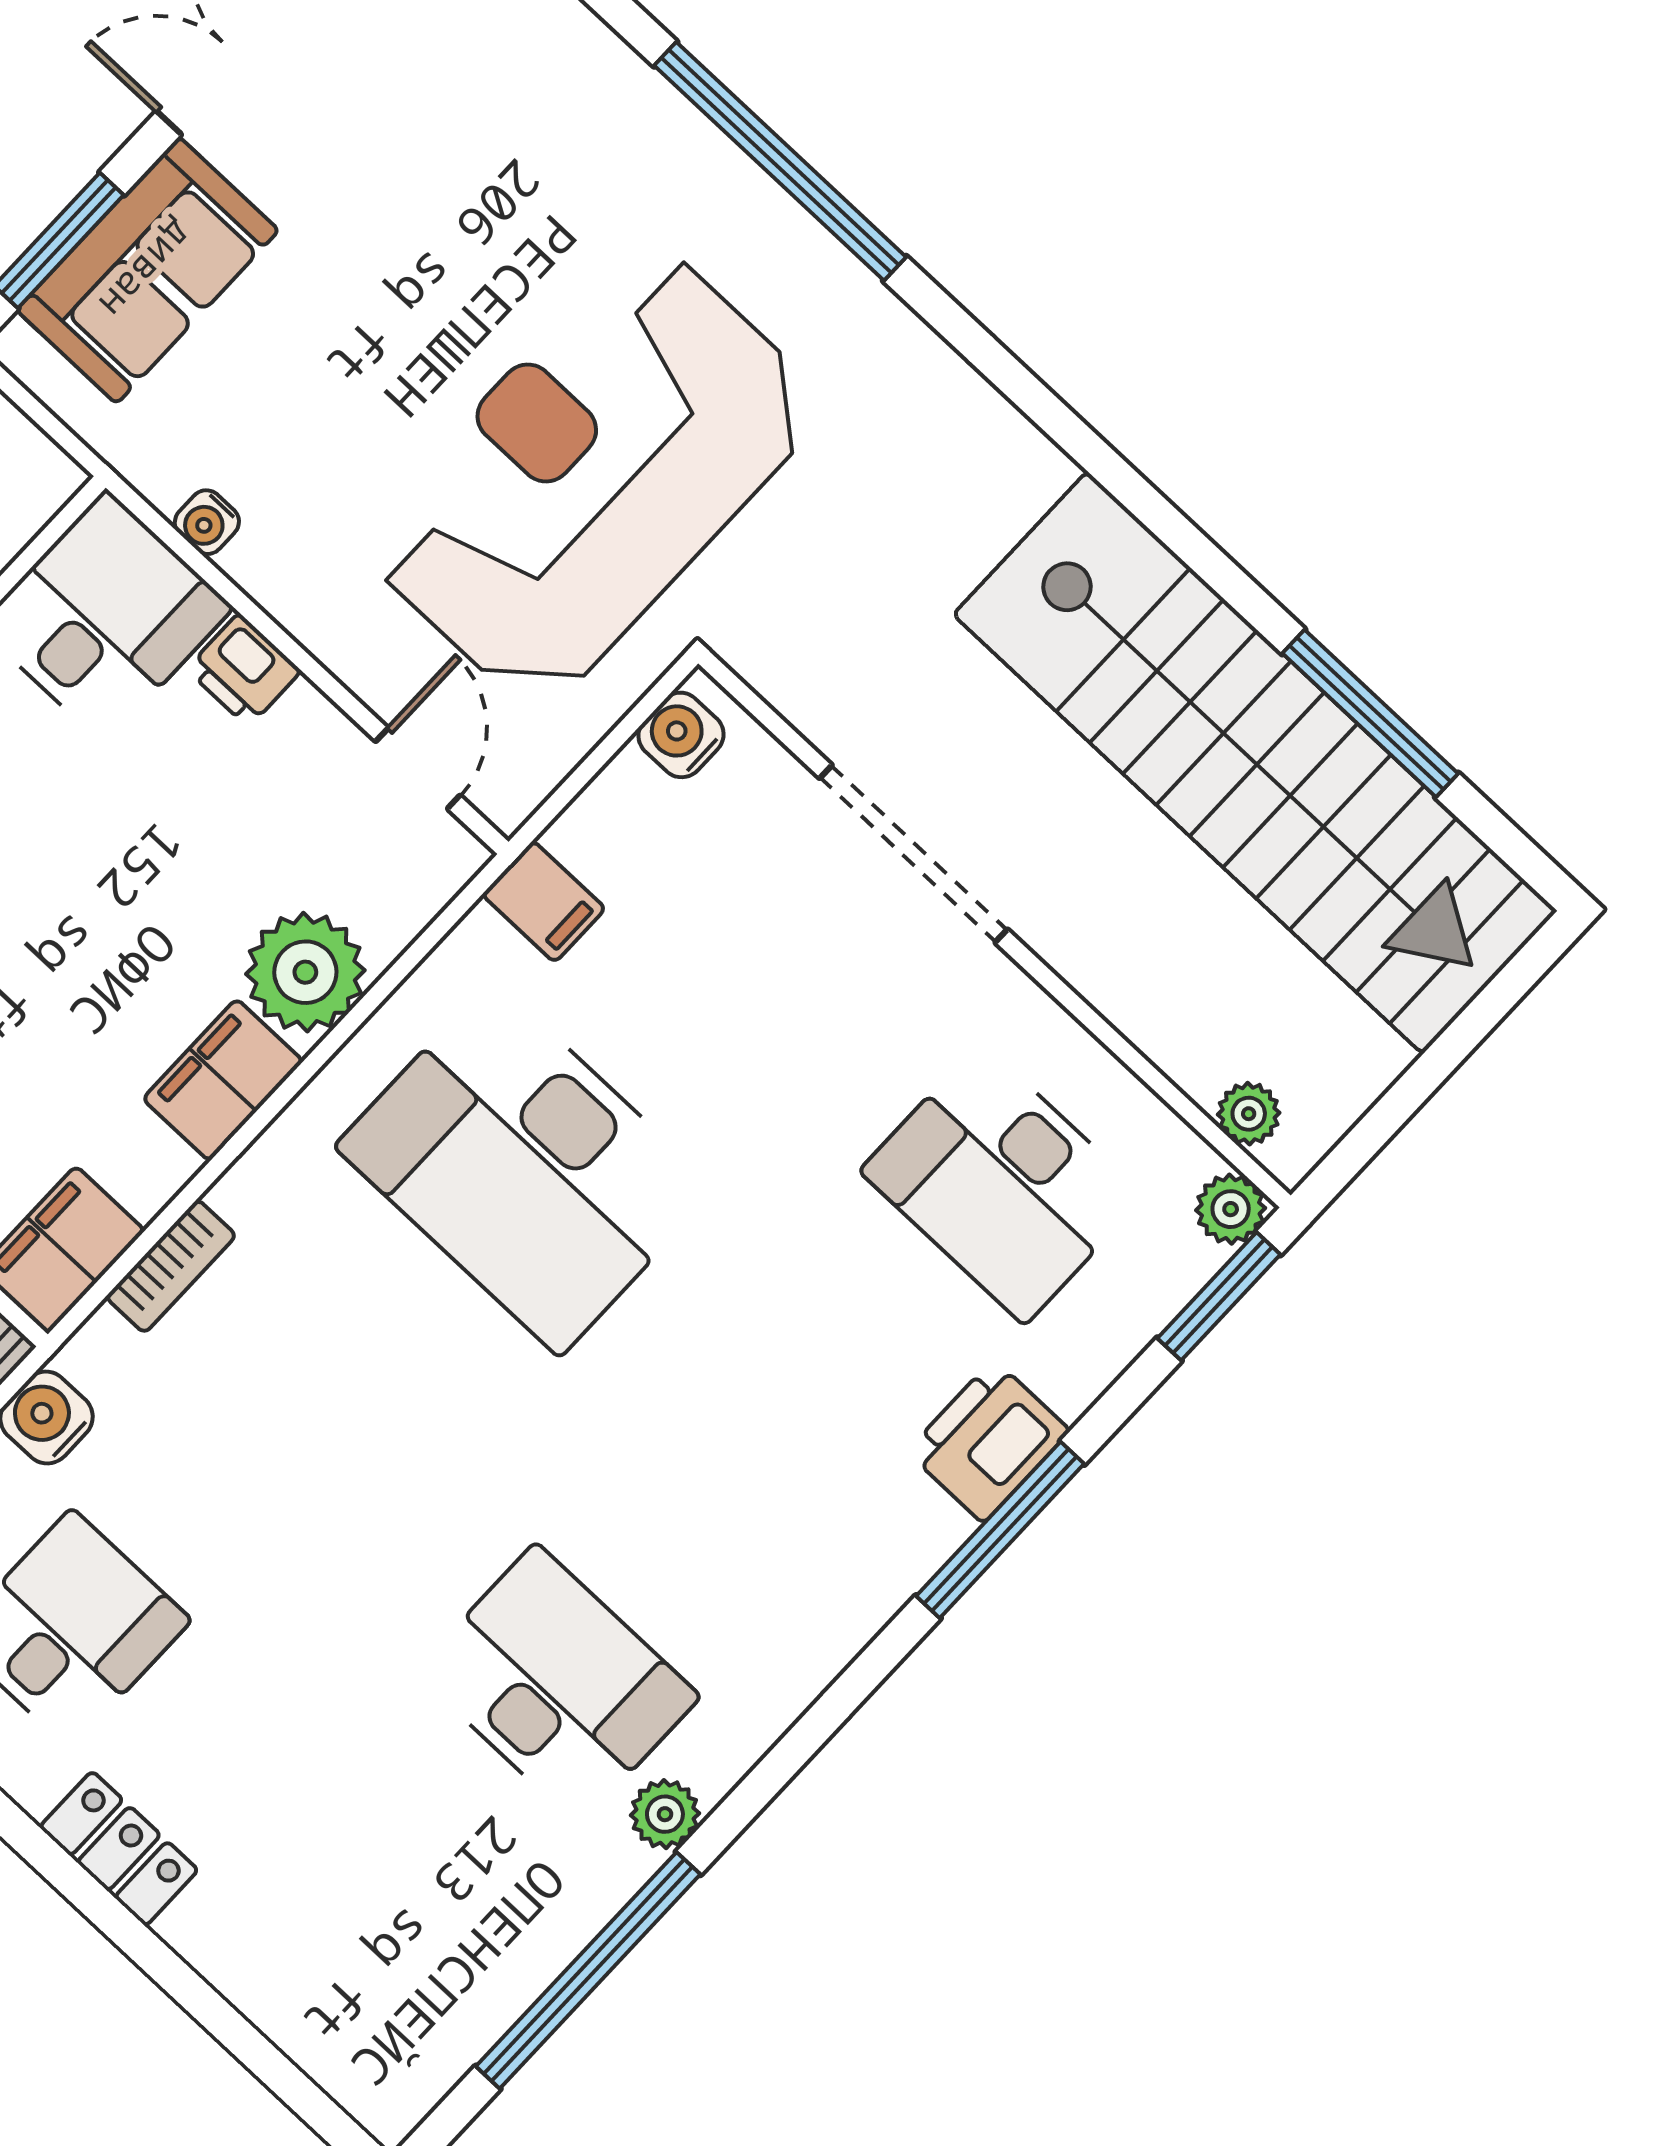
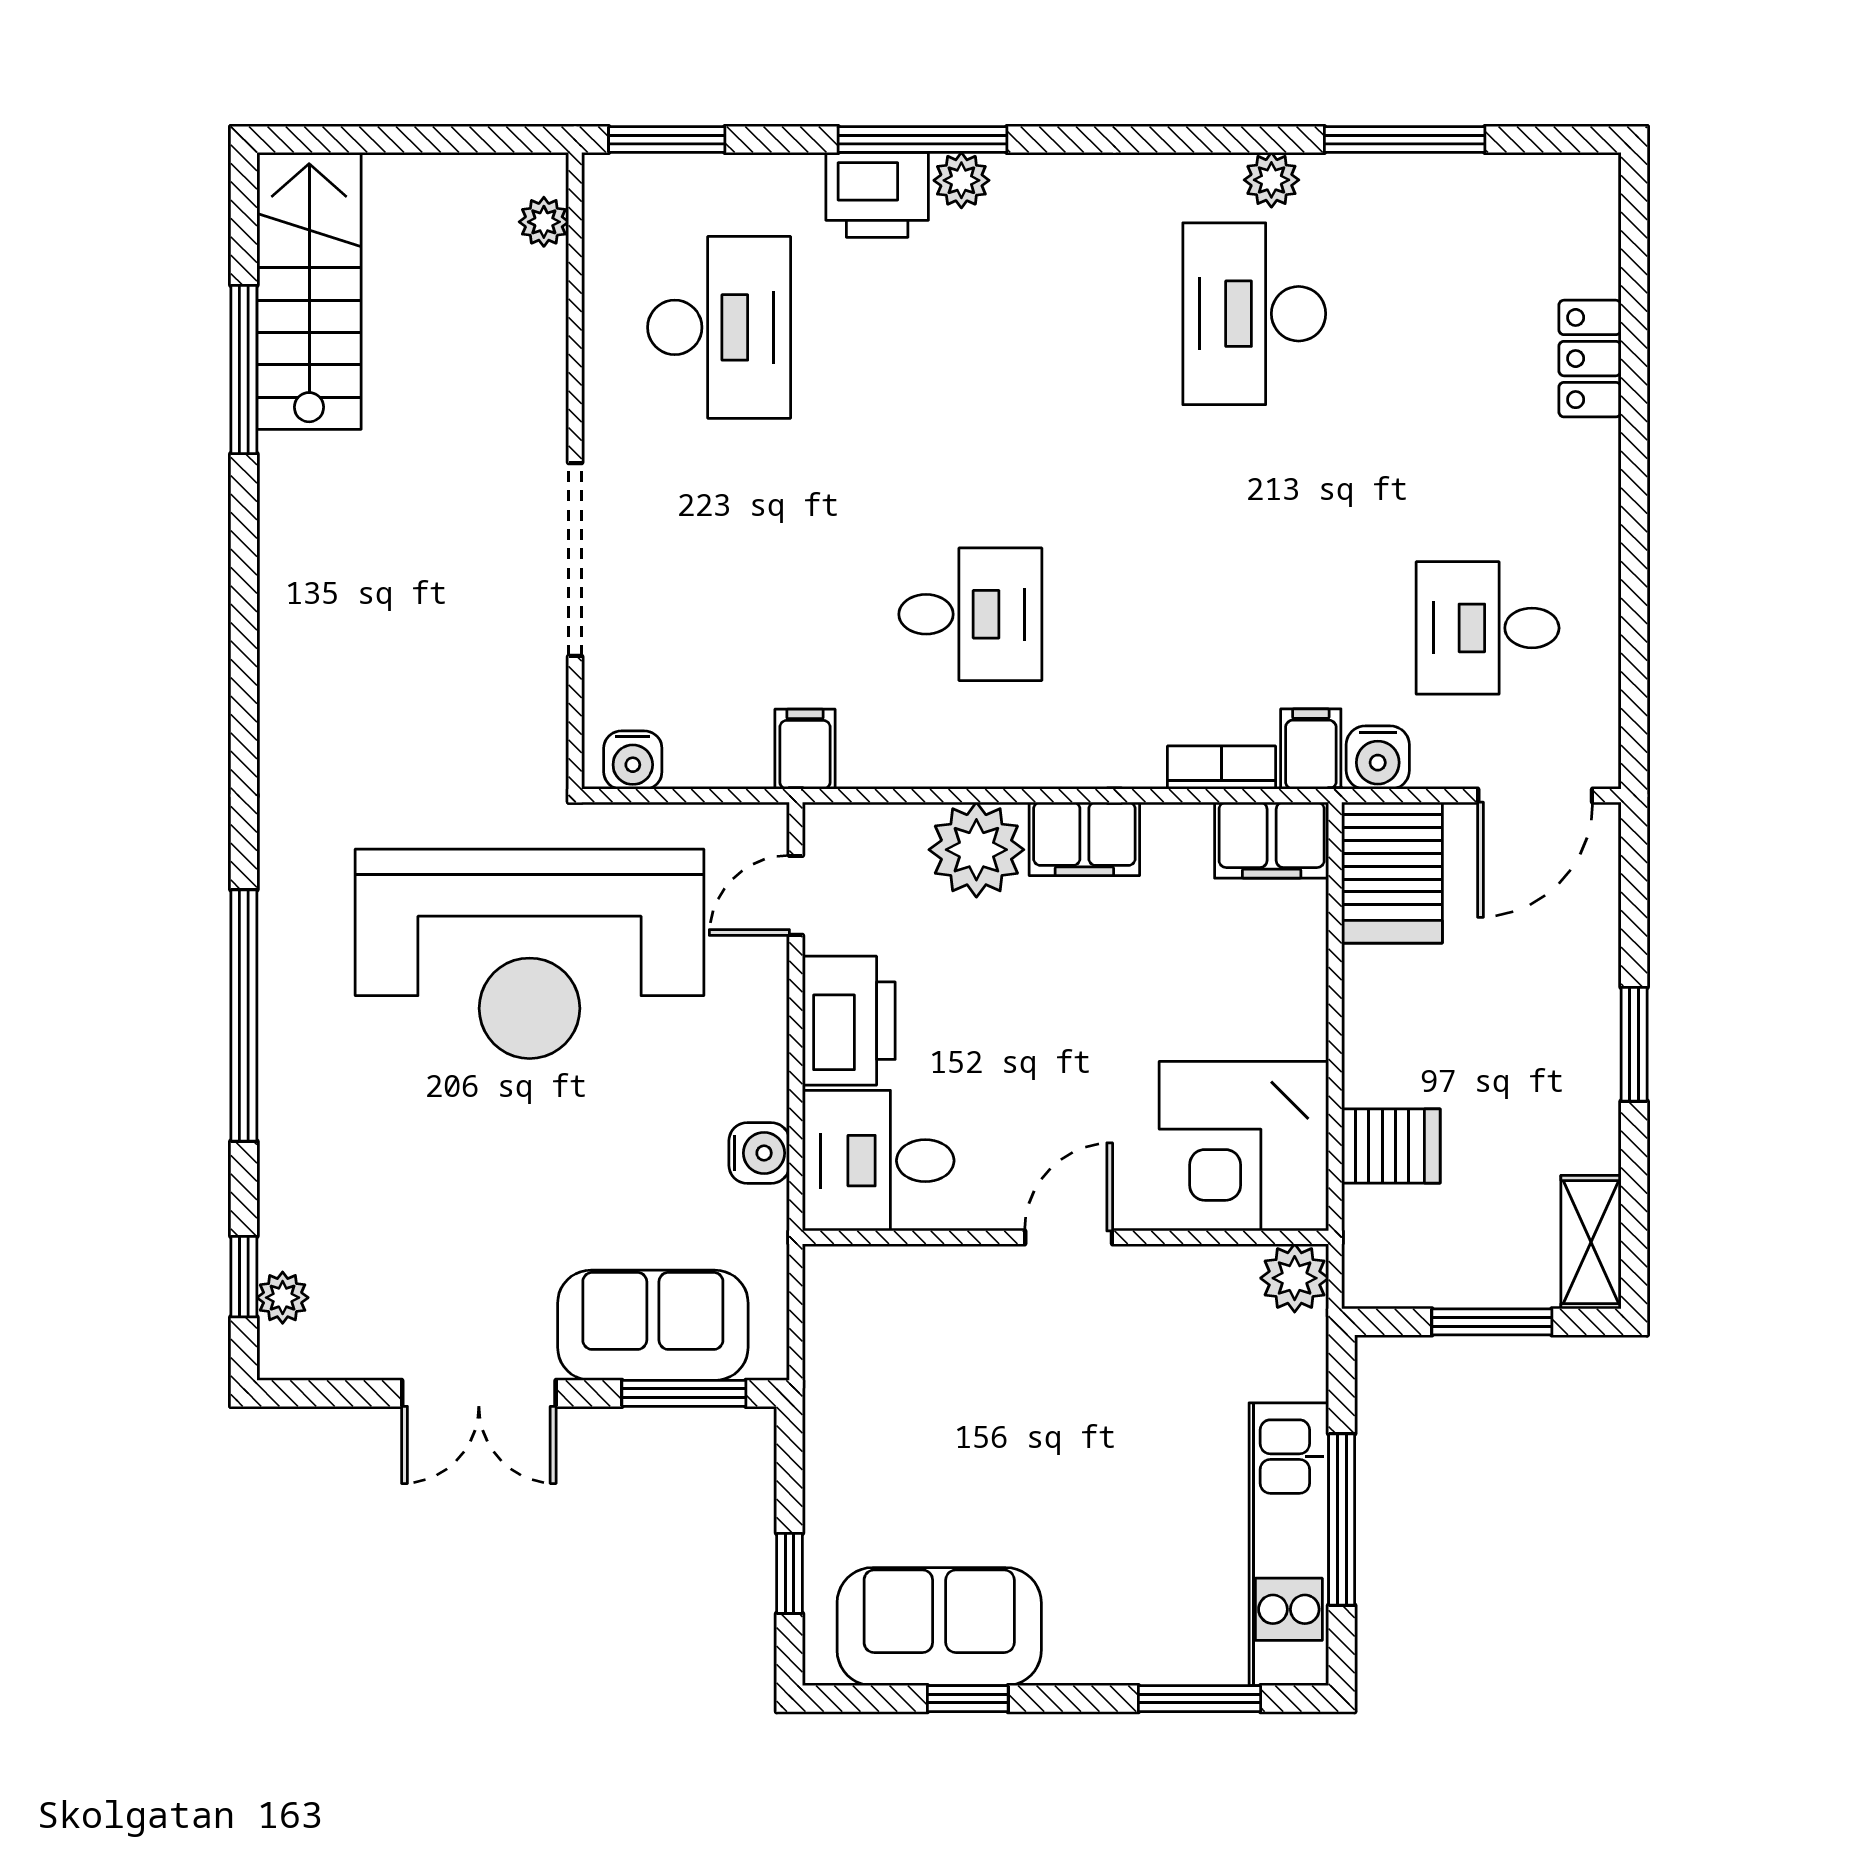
water cooler: (207, 522) -> (759, 1153), width x1.38, depth x1.38
printer: (244, 670) -> (849, 1021), width x1.87, depth x1.48
stairs: (1255, 763) -> (309, 291), width x0.54, depth x0.66
desk: (526, 1168) -> (970, 614), width x0.53, depth x0.77
plant: (1231, 1209) -> (961, 180), moved
filing cabinet: (112, 1364) -> (1311, 749), added
locker: (119, 1849) -> (1590, 359), moved
window: (588, 1970) -> (1405, 139), width x0.68

